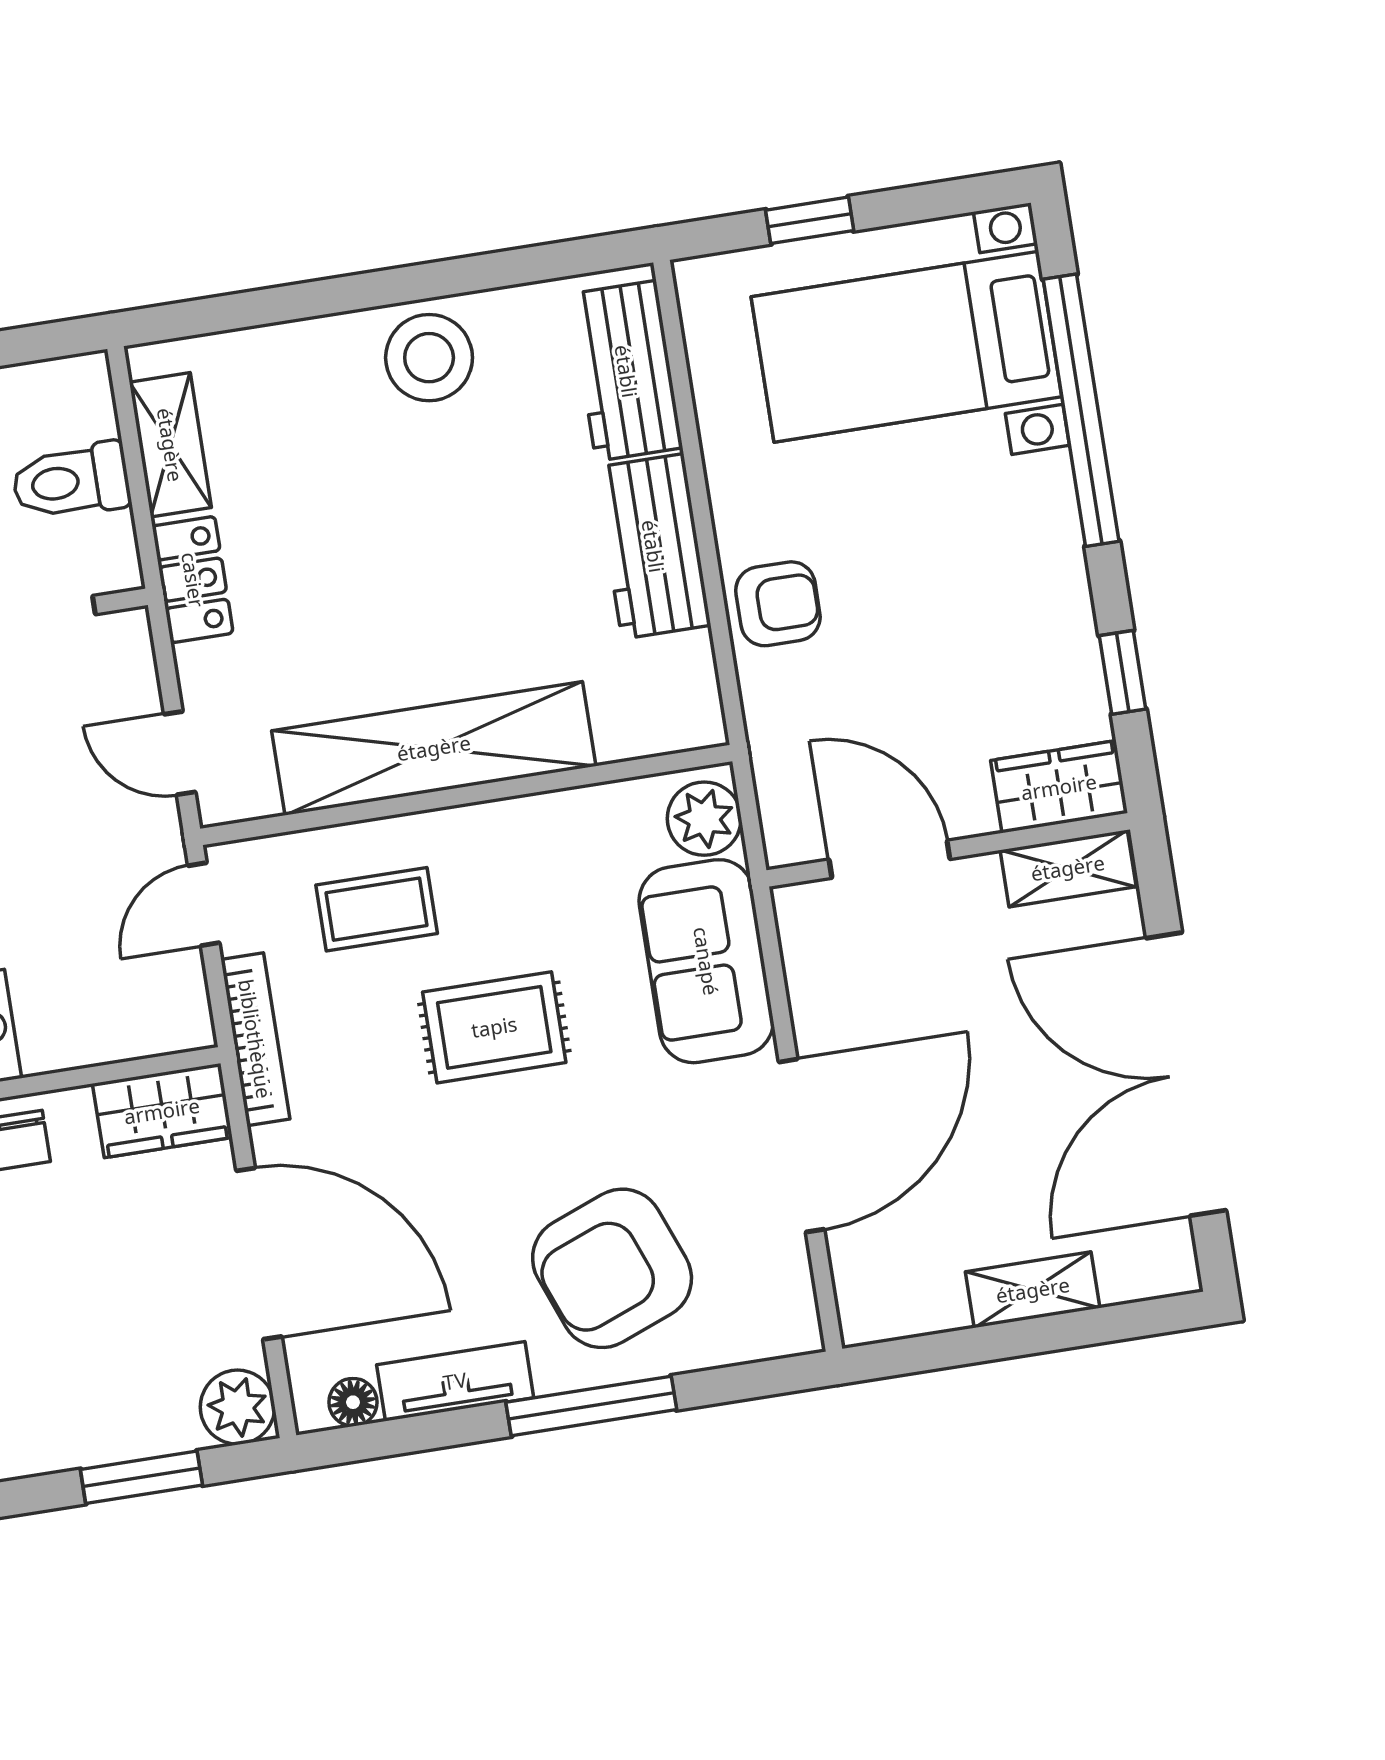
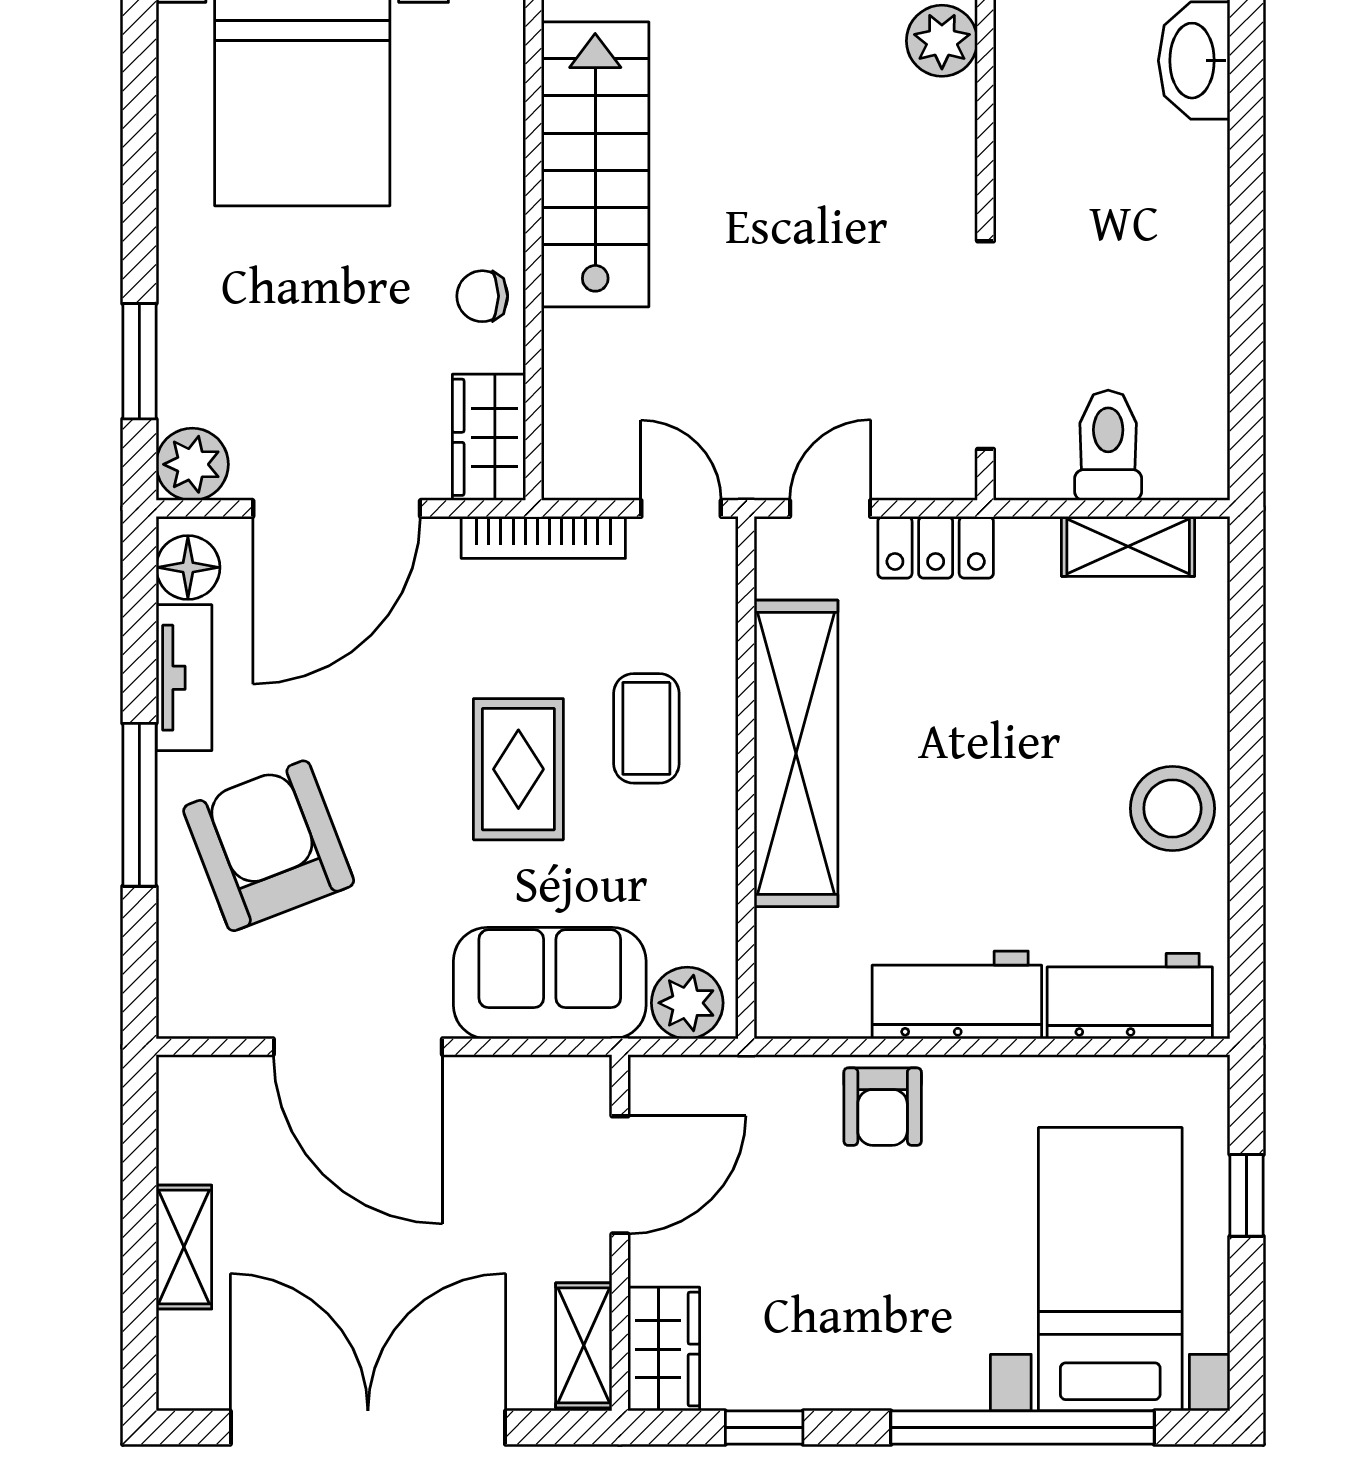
locker: (193, 580) -> (936, 547), moved
coffee table: (377, 909) -> (646, 728), moved
floor lamp: (353, 1402) -> (188, 567), width x1.37, depth x1.37

